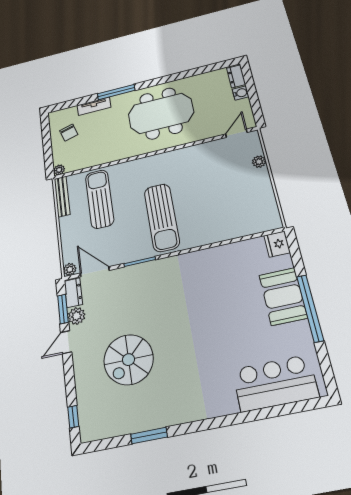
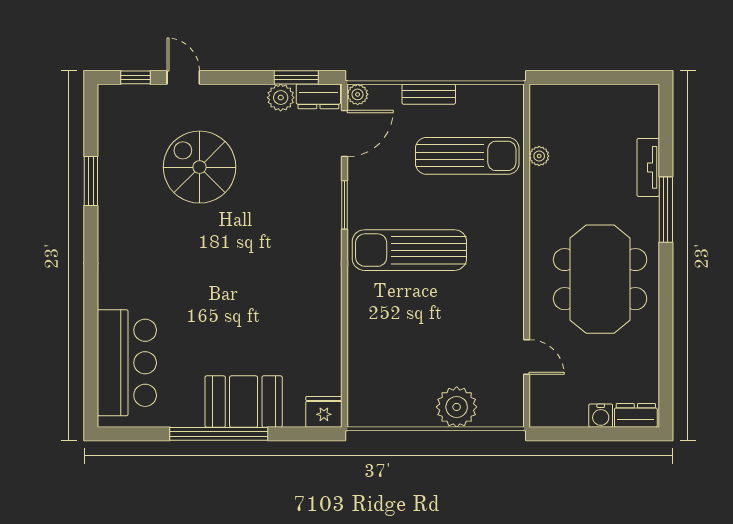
chair: (69, 133) -> (607, 118), removed
door: (236, 133) -> (527, 357), moved
plant: (259, 162) -> (457, 407), width x1.87, depth x1.87
plant: (59, 170) -> (539, 156), moved
bench: (62, 197) -> (429, 94), moved, width x0.73
door: (66, 342) -> (183, 77), moved

